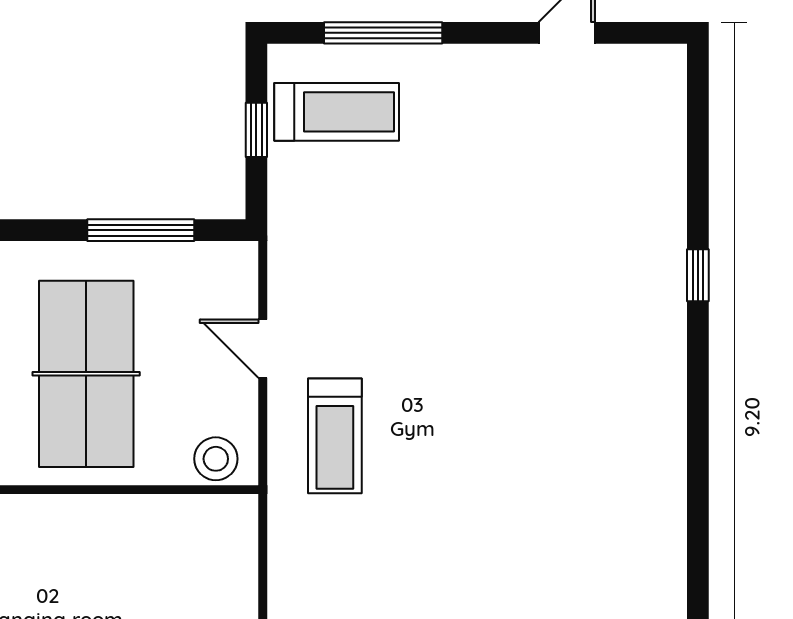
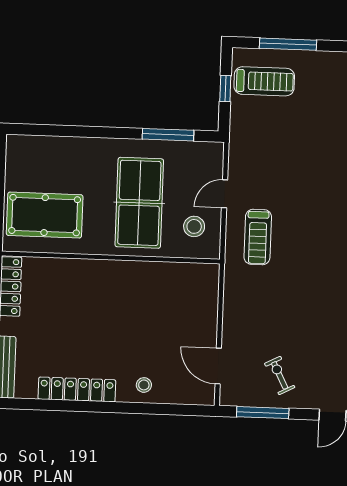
door: (263, 349) -> (225, 194), hinge flipped
stool: (216, 459) -> (194, 226), moved

